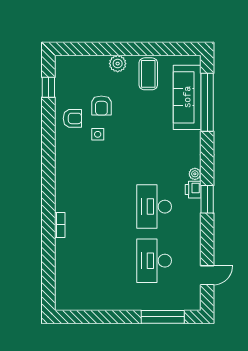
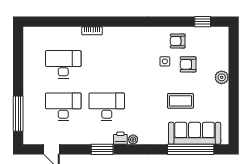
coffee table: (148, 74) -> (180, 101), moved
armchair: (72, 118) -> (178, 41), turned 90
window: (207, 199) -> (102, 149), moved
desk: (101, 261) -> (63, 64), added

